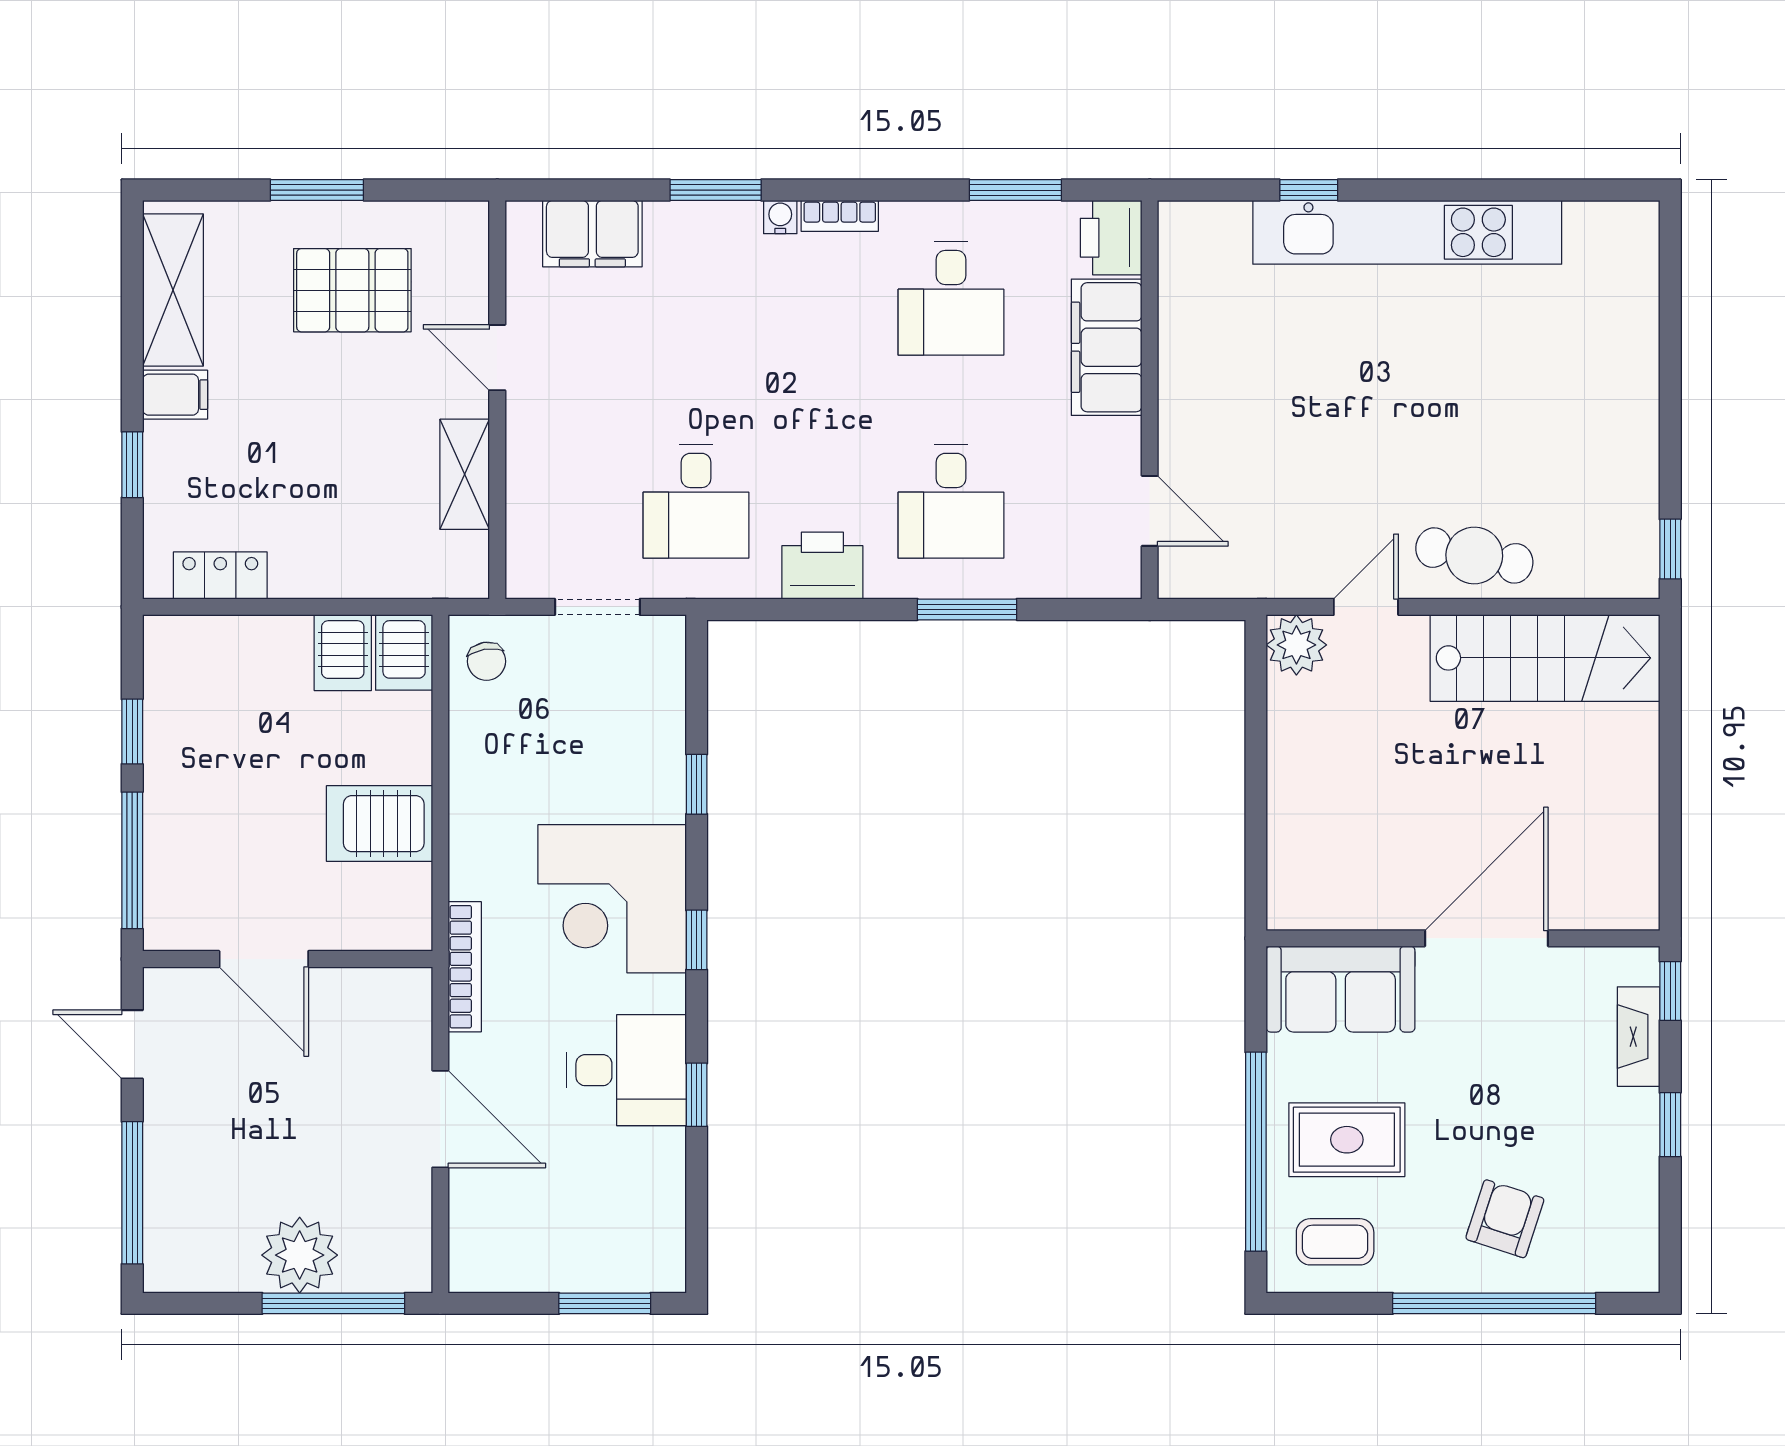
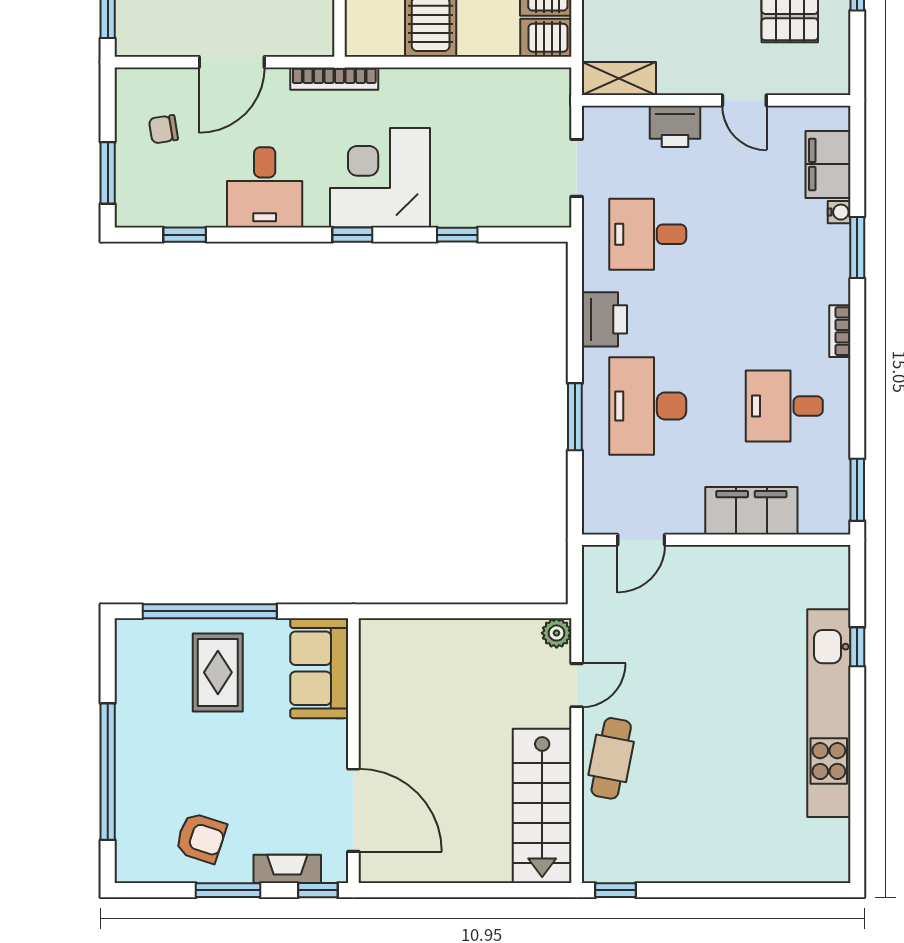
window: (1015, 190) -> (857, 490), moved
water cooler: (780, 217) -> (839, 212), moved
printer: (1111, 238) -> (675, 126), moved, turned 180
door: (497, 358) -> (744, 100), swing flipped
shelving: (465, 474) -> (619, 79), moved
desk: (951, 501) -> (648, 406), width x1.37
door: (1366, 607) -> (577, 685), hinge flipped
plant: (1296, 645) -> (557, 633), width x0.73, depth x0.73
chair: (487, 661) -> (163, 129), moved
door: (1487, 938) -> (353, 810), moved
window: (697, 1095) -> (185, 235), moved
window: (1670, 1125) -> (228, 890), width x1.50
armchair: (1505, 1219) -> (201, 838), moved
coffee table: (1335, 1242) -> (149, 665), removed

